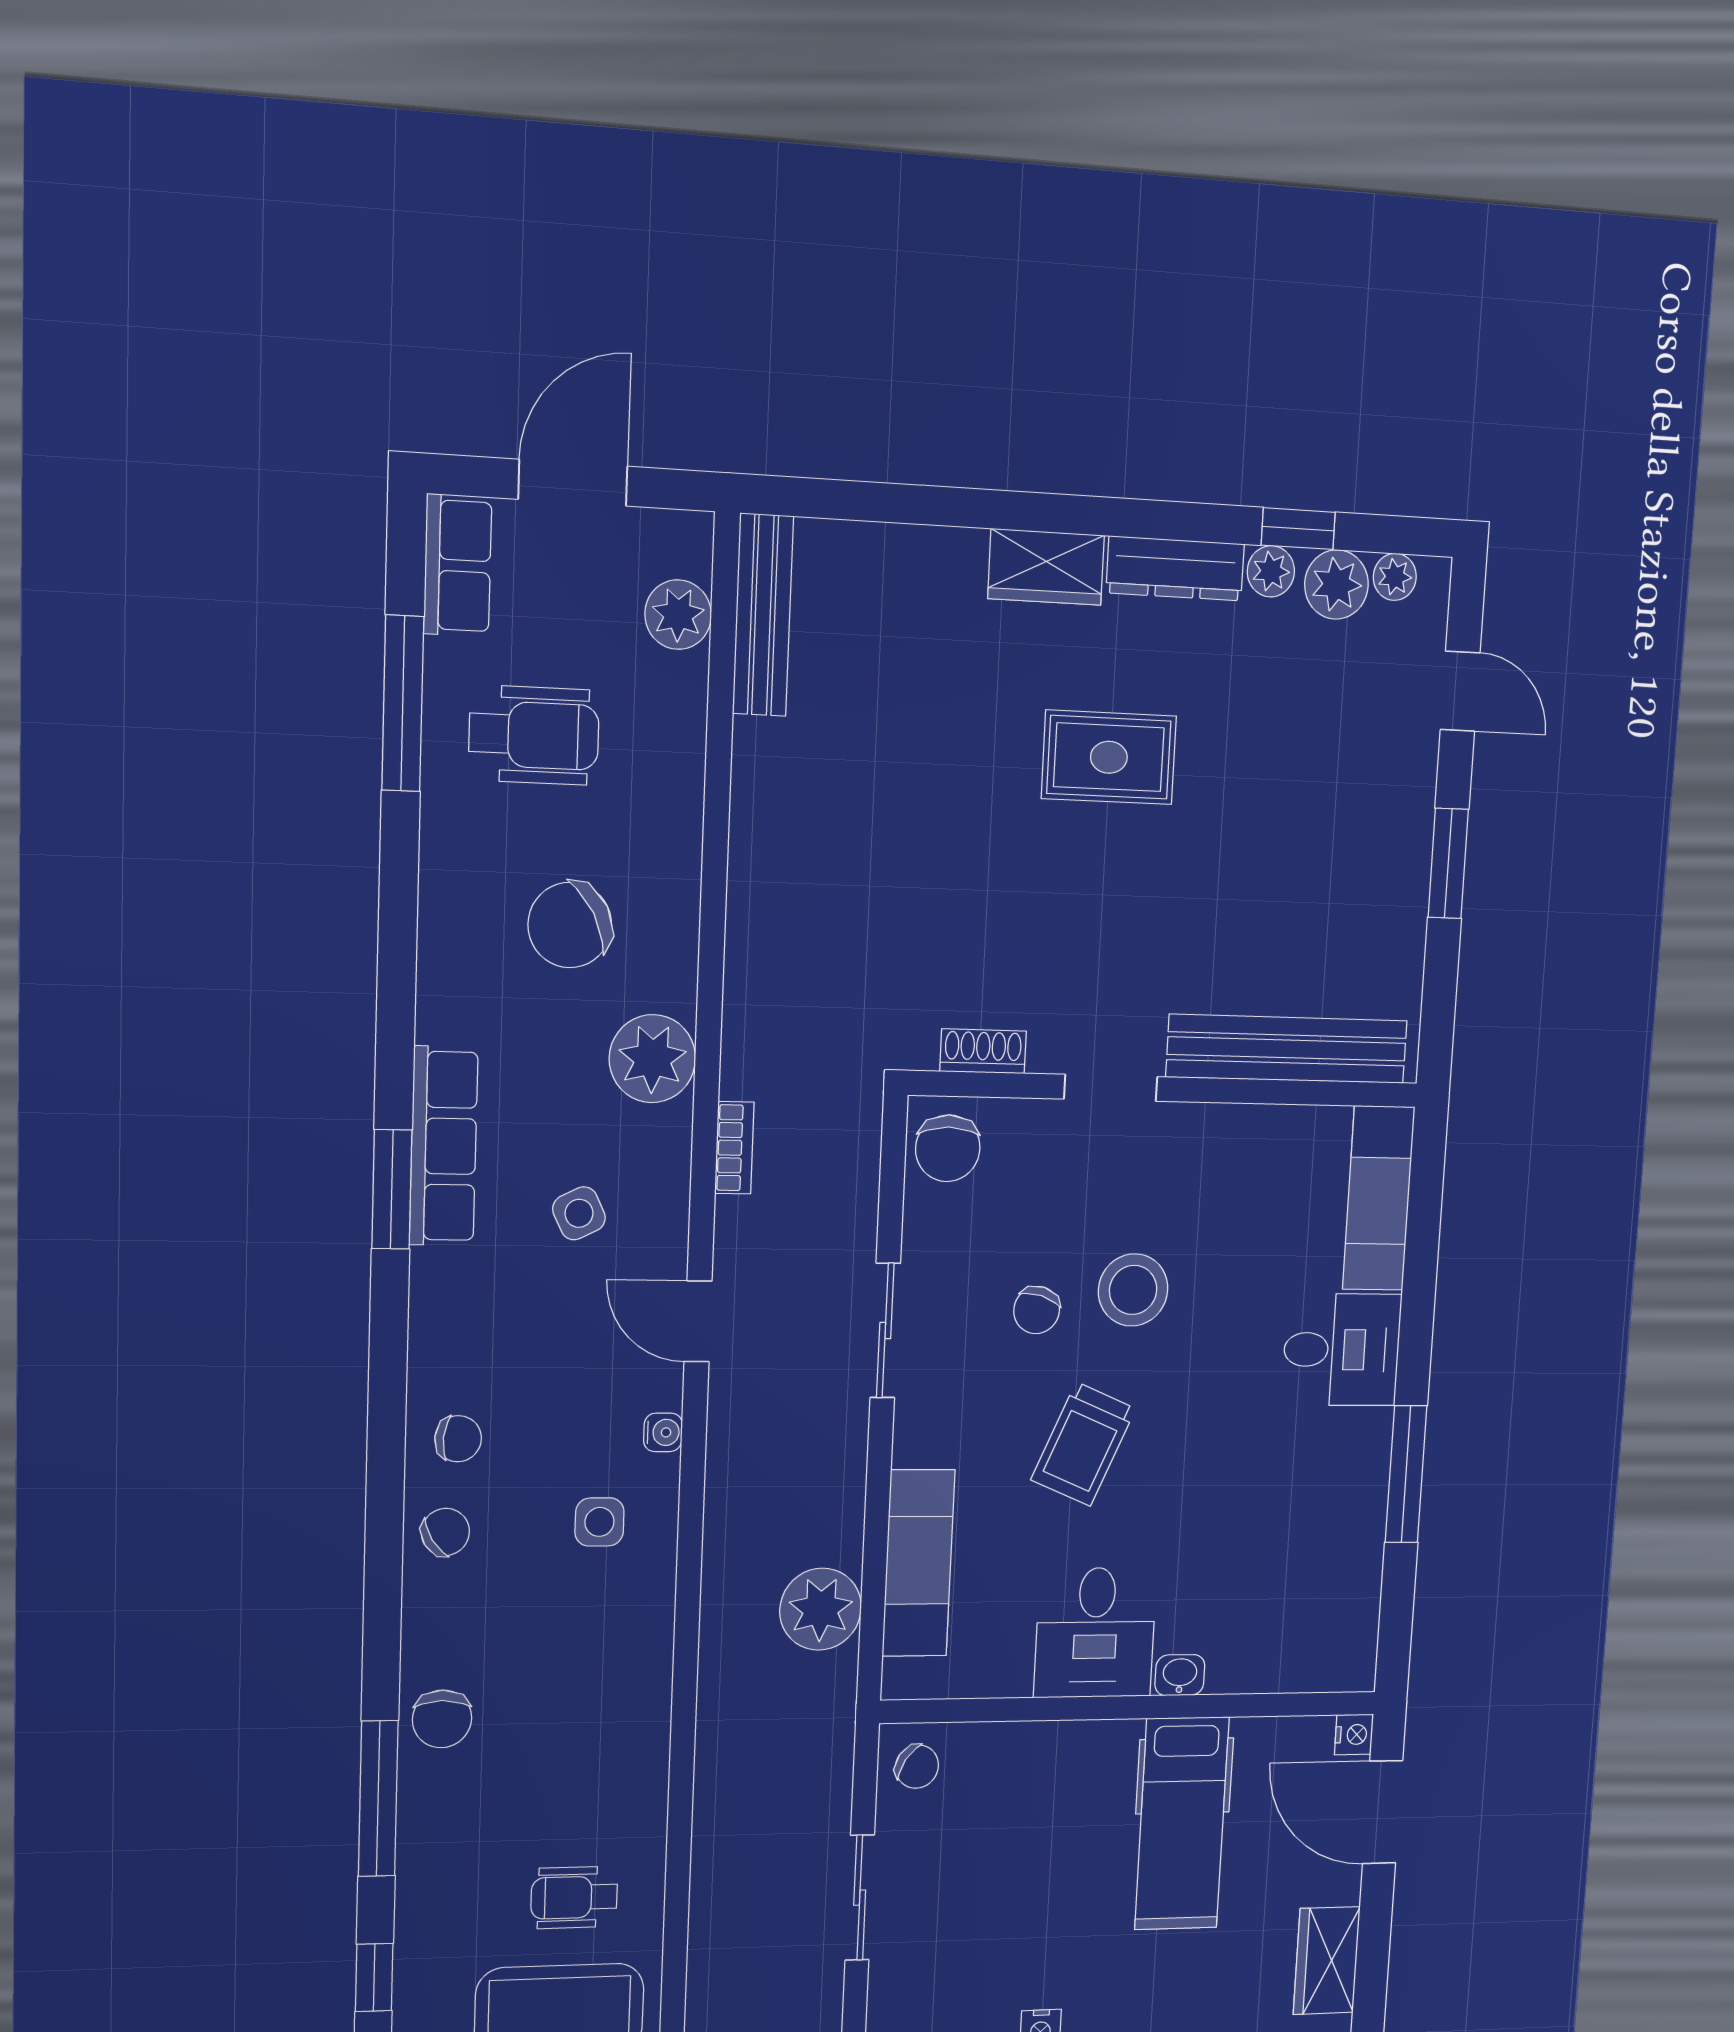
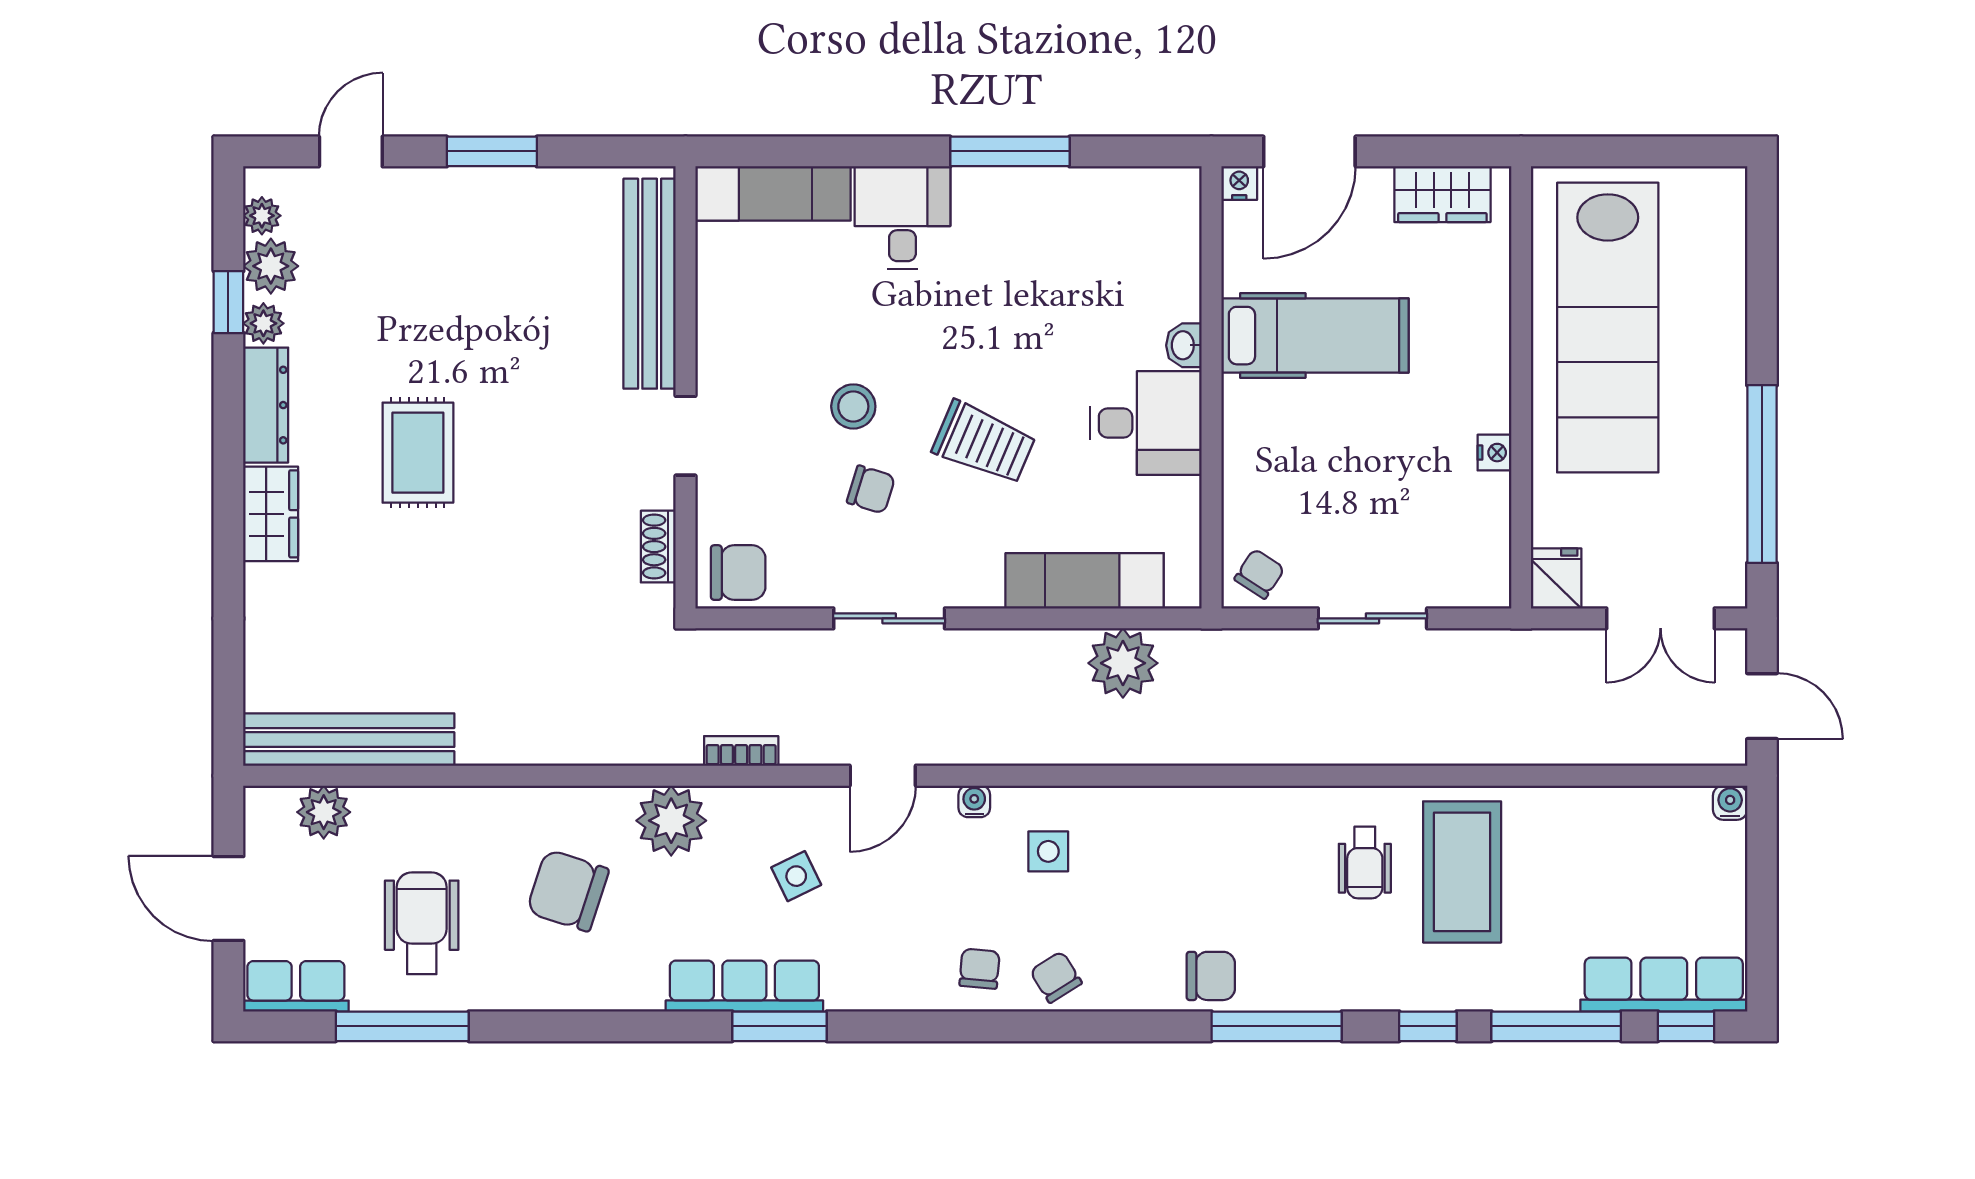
bench: (763, 615) -> (349, 740), width x1.37, depth x1.21
chair: (570, 925) -> (568, 890), turned 136
stool: (1133, 1290) -> (853, 406), width x0.73, depth x0.73

